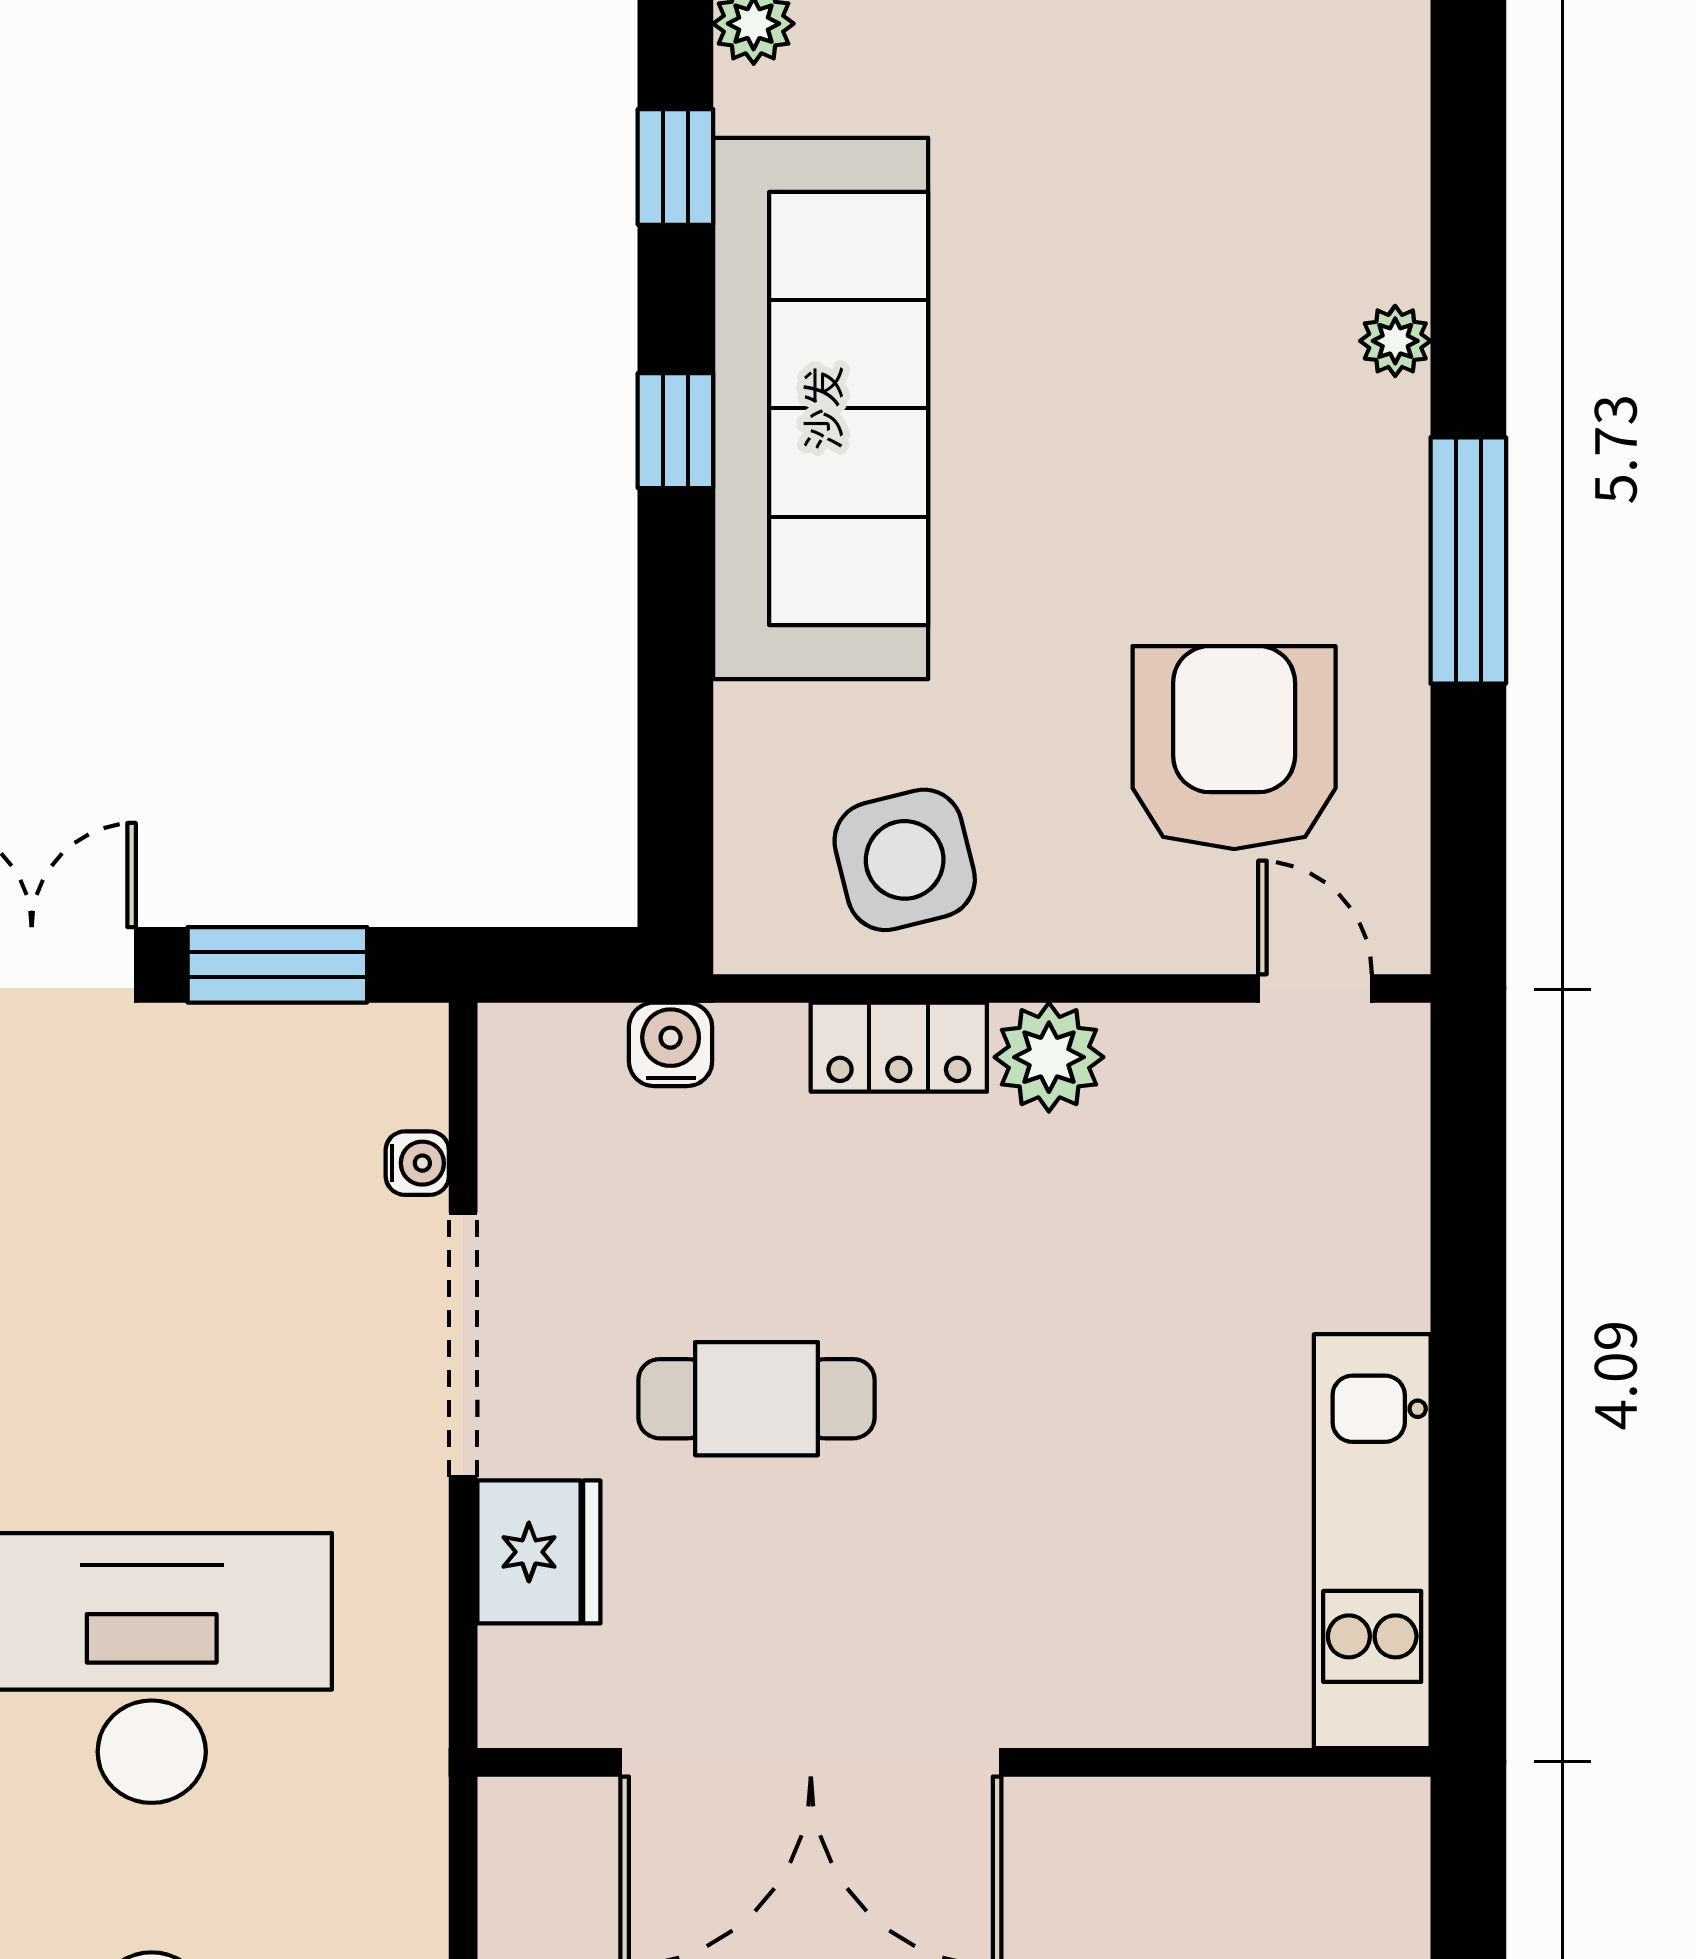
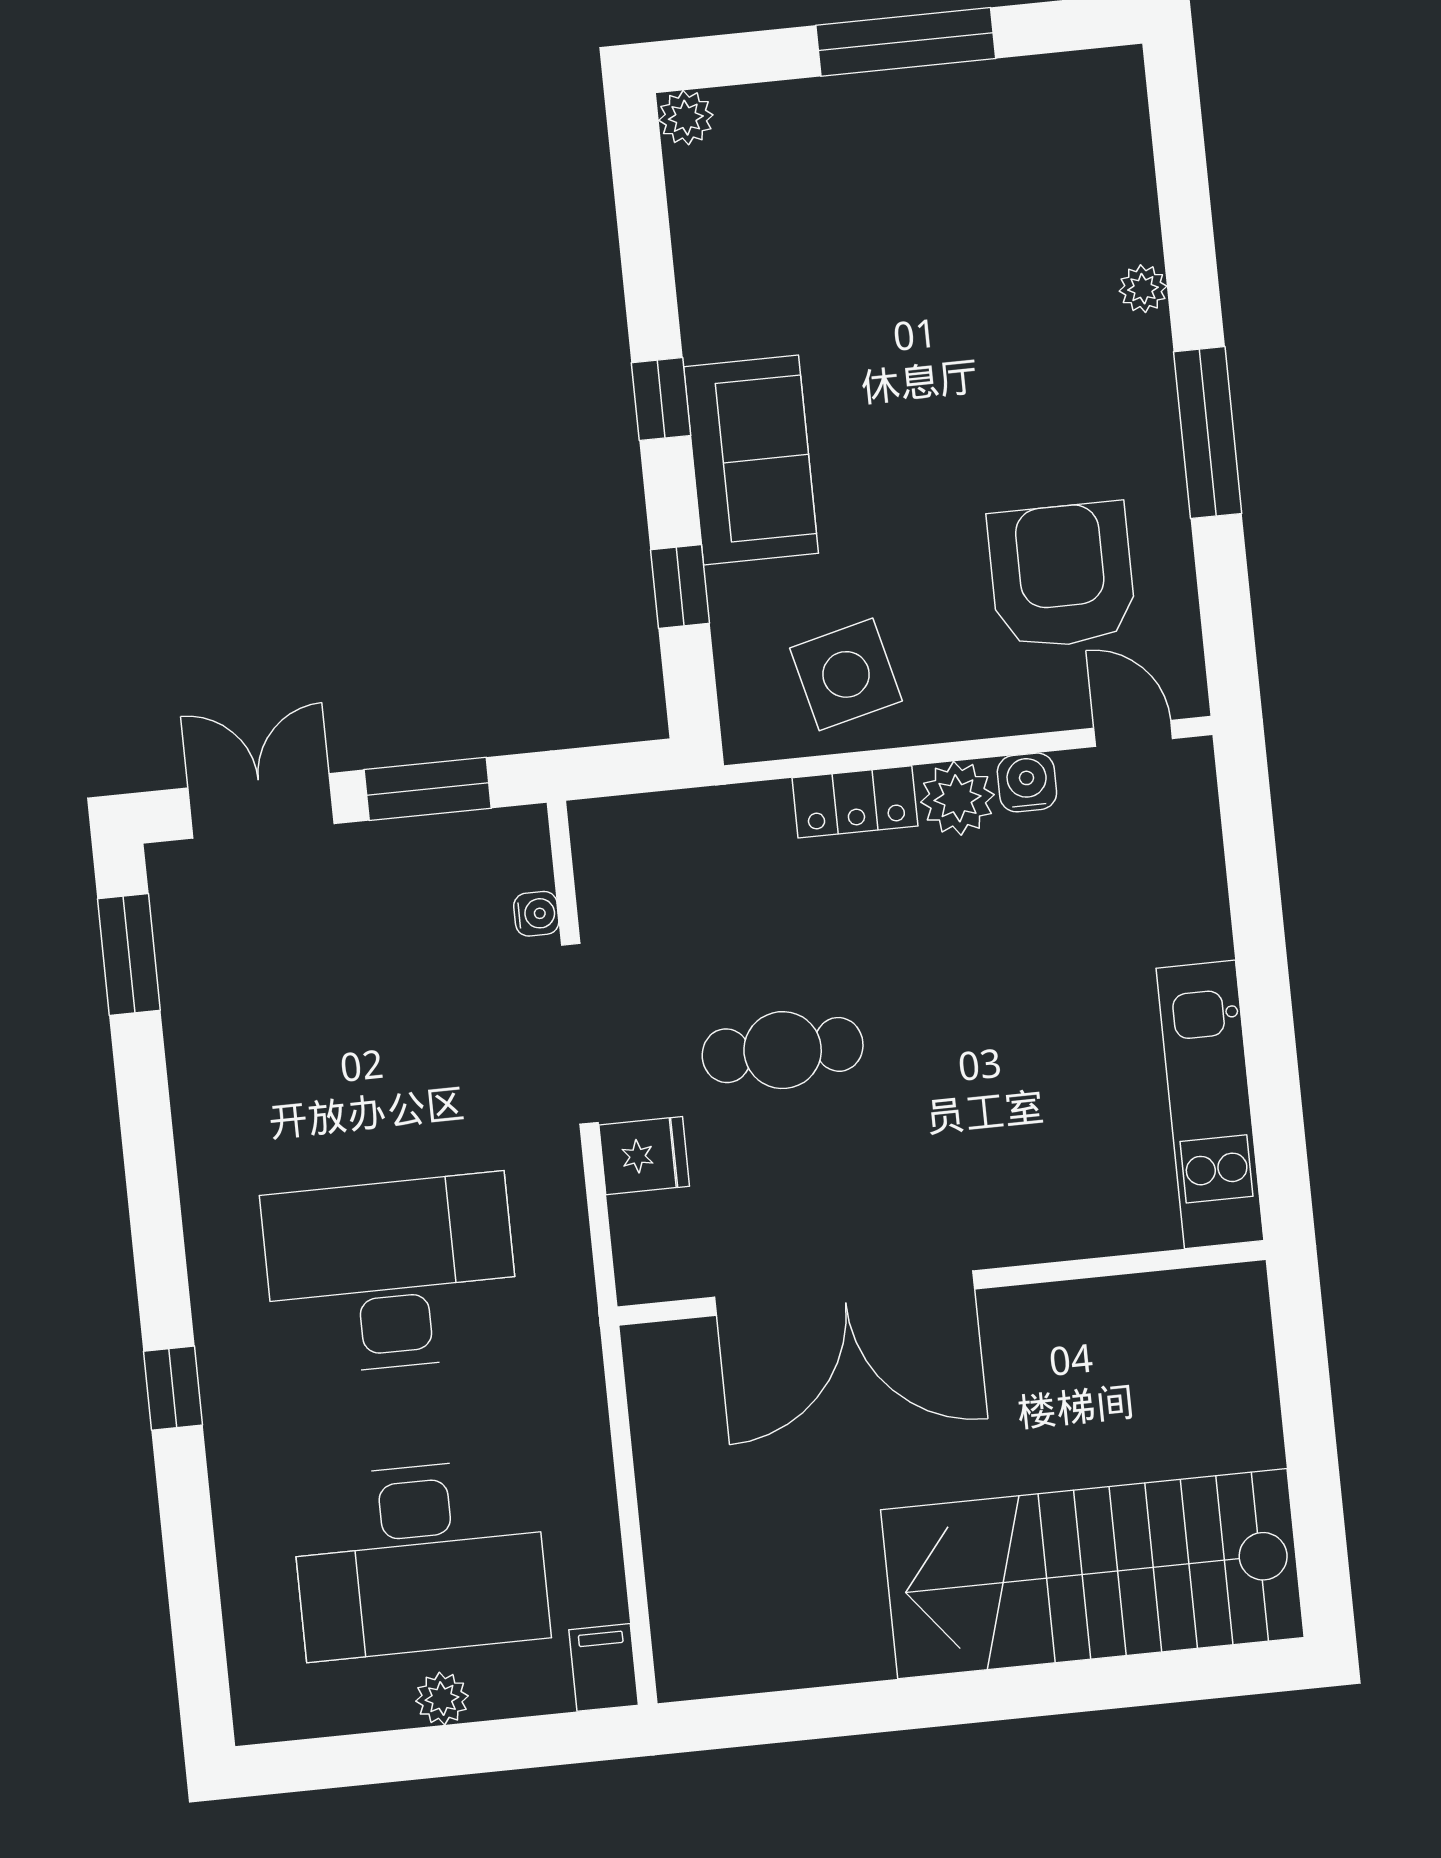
window: (675, 167) -> (680, 586), moved
sofa: (821, 408) -> (751, 460), width x0.54, depth x0.79
water cooler: (671, 1044) -> (1027, 782), moved
fridge: (539, 1552) -> (644, 1156), width x0.72

